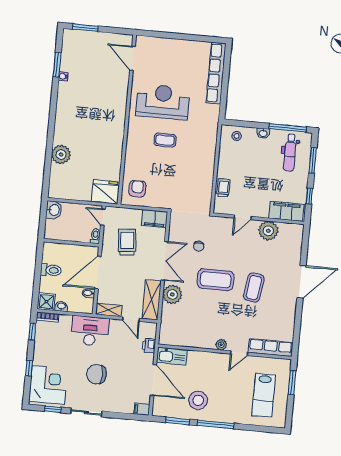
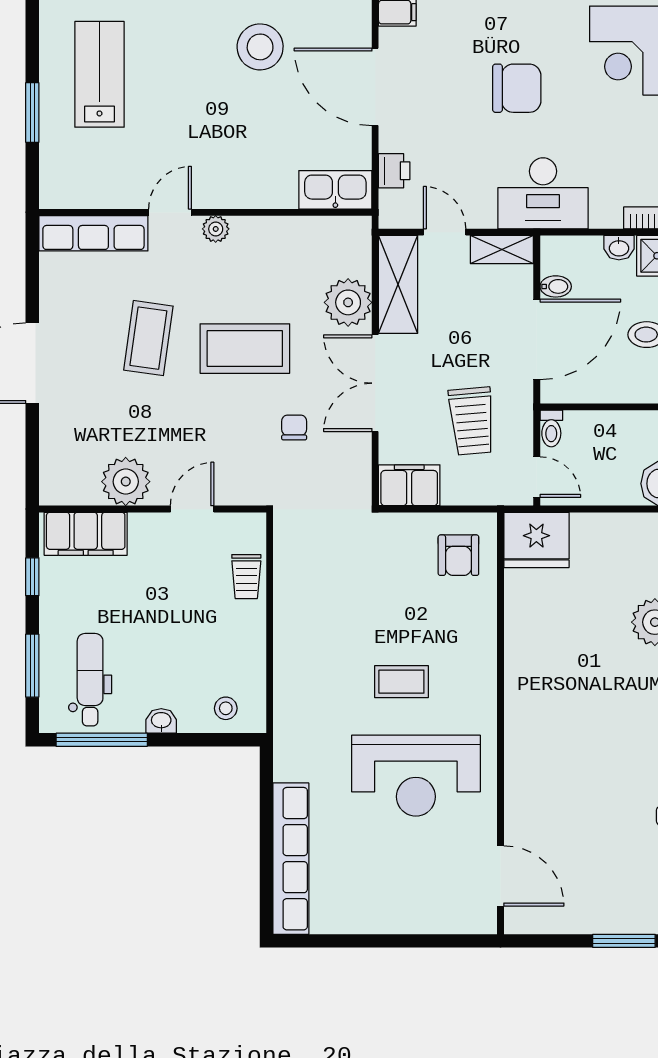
plant: (221, 345) -> (216, 229), moved
row of seats: (271, 348) -> (93, 233), moved
wall: (225, 352) -> (205, 212), moved
door: (239, 353) -> (170, 212), moved
kitchen sink: (172, 356) -> (335, 190), moved

